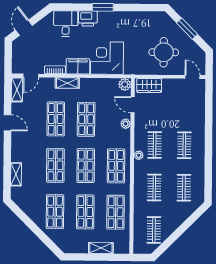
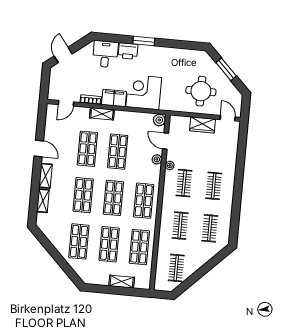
wardrobe: (149, 86) -> (203, 125), moved
shelving: (17, 90) -> (46, 176), moved
plant: (139, 155) -> (170, 166), moved

